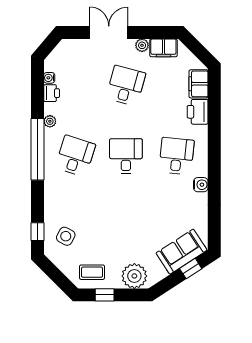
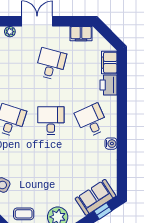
plant: (142, 45) -> (10, 32), moved
desk: (177, 156) -> (92, 121), turned -30

